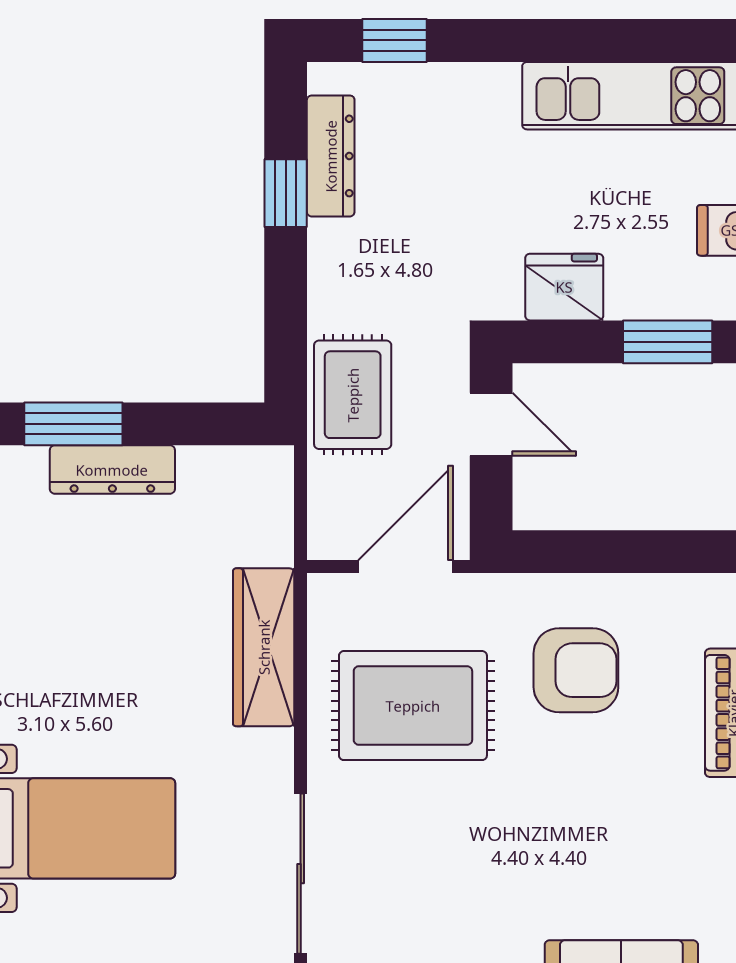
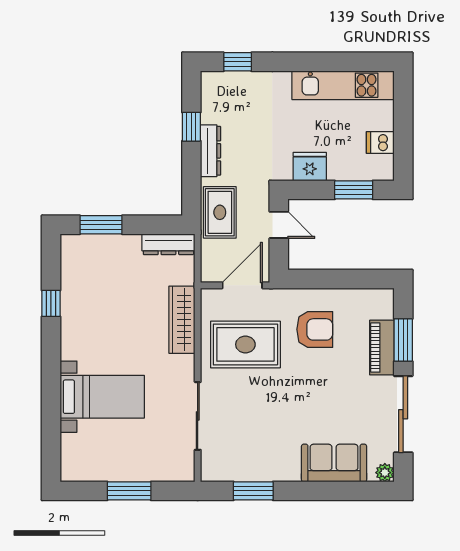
dresser: (331, 156) -> (210, 151), moved
dresser: (112, 470) -> (168, 244), moved

